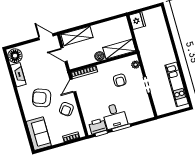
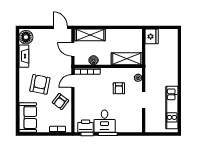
boiler: (100, 56) -> (94, 60), moved
armchair: (42, 98) -> (40, 84), turned 81

